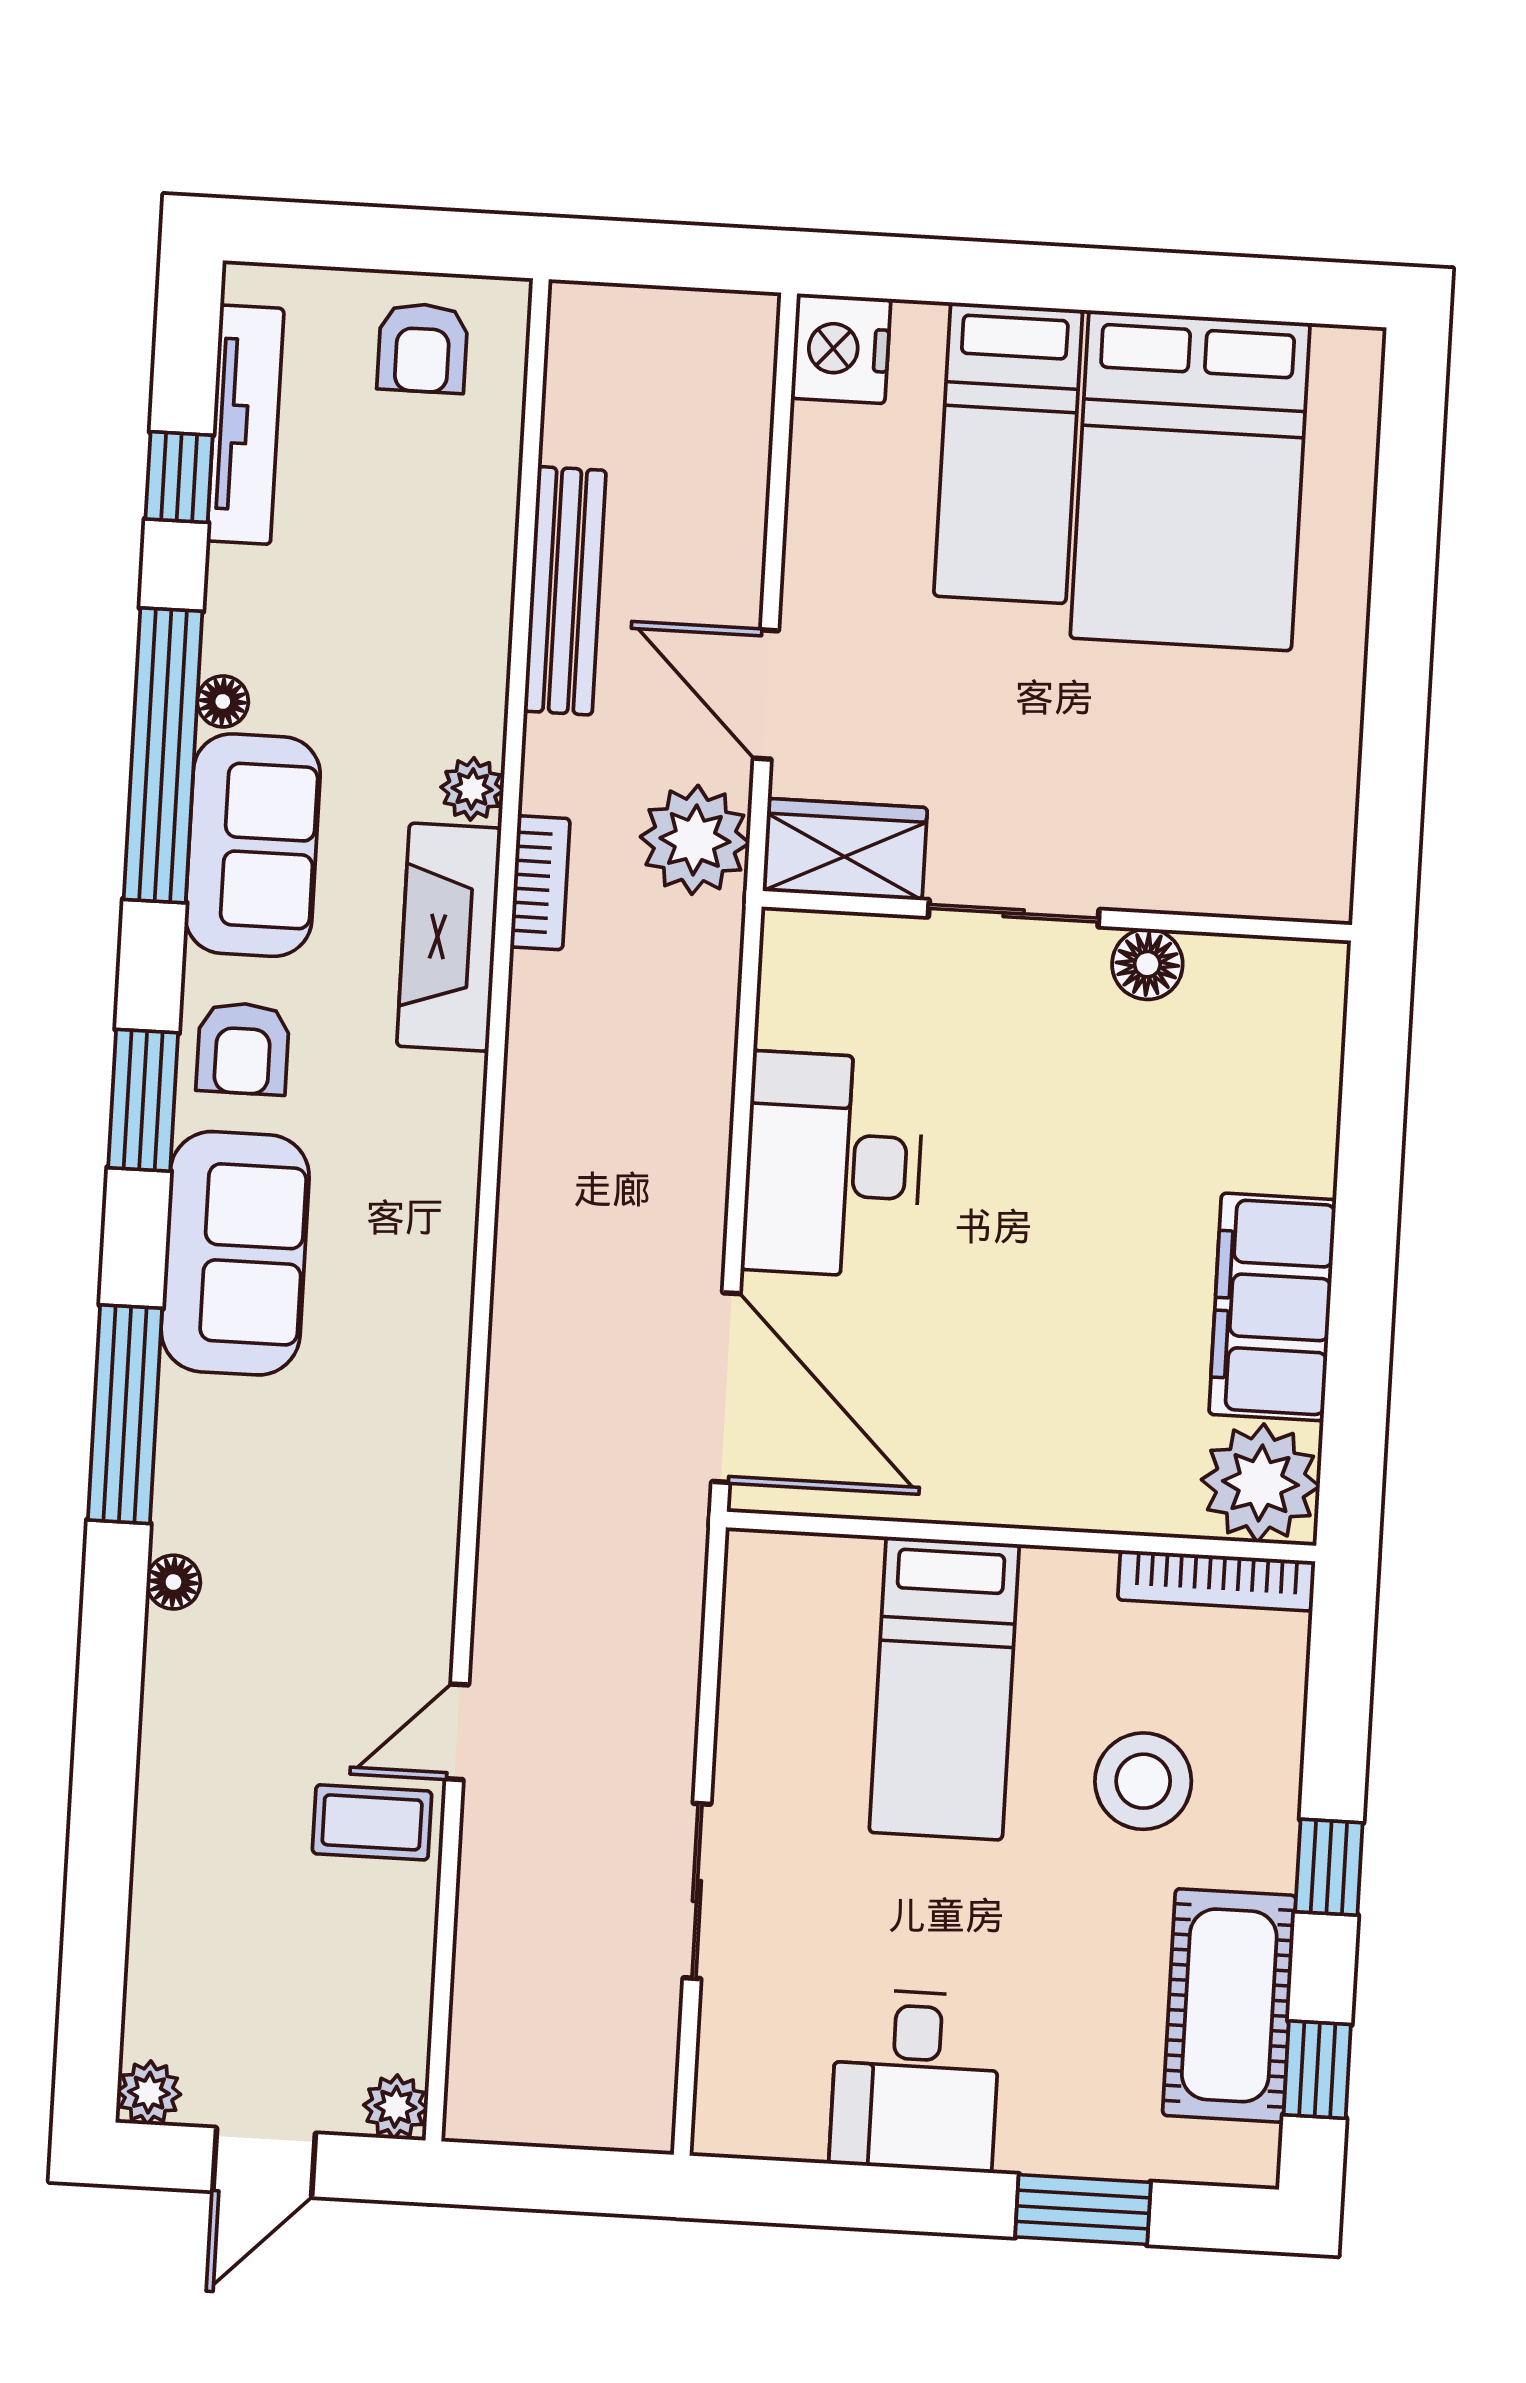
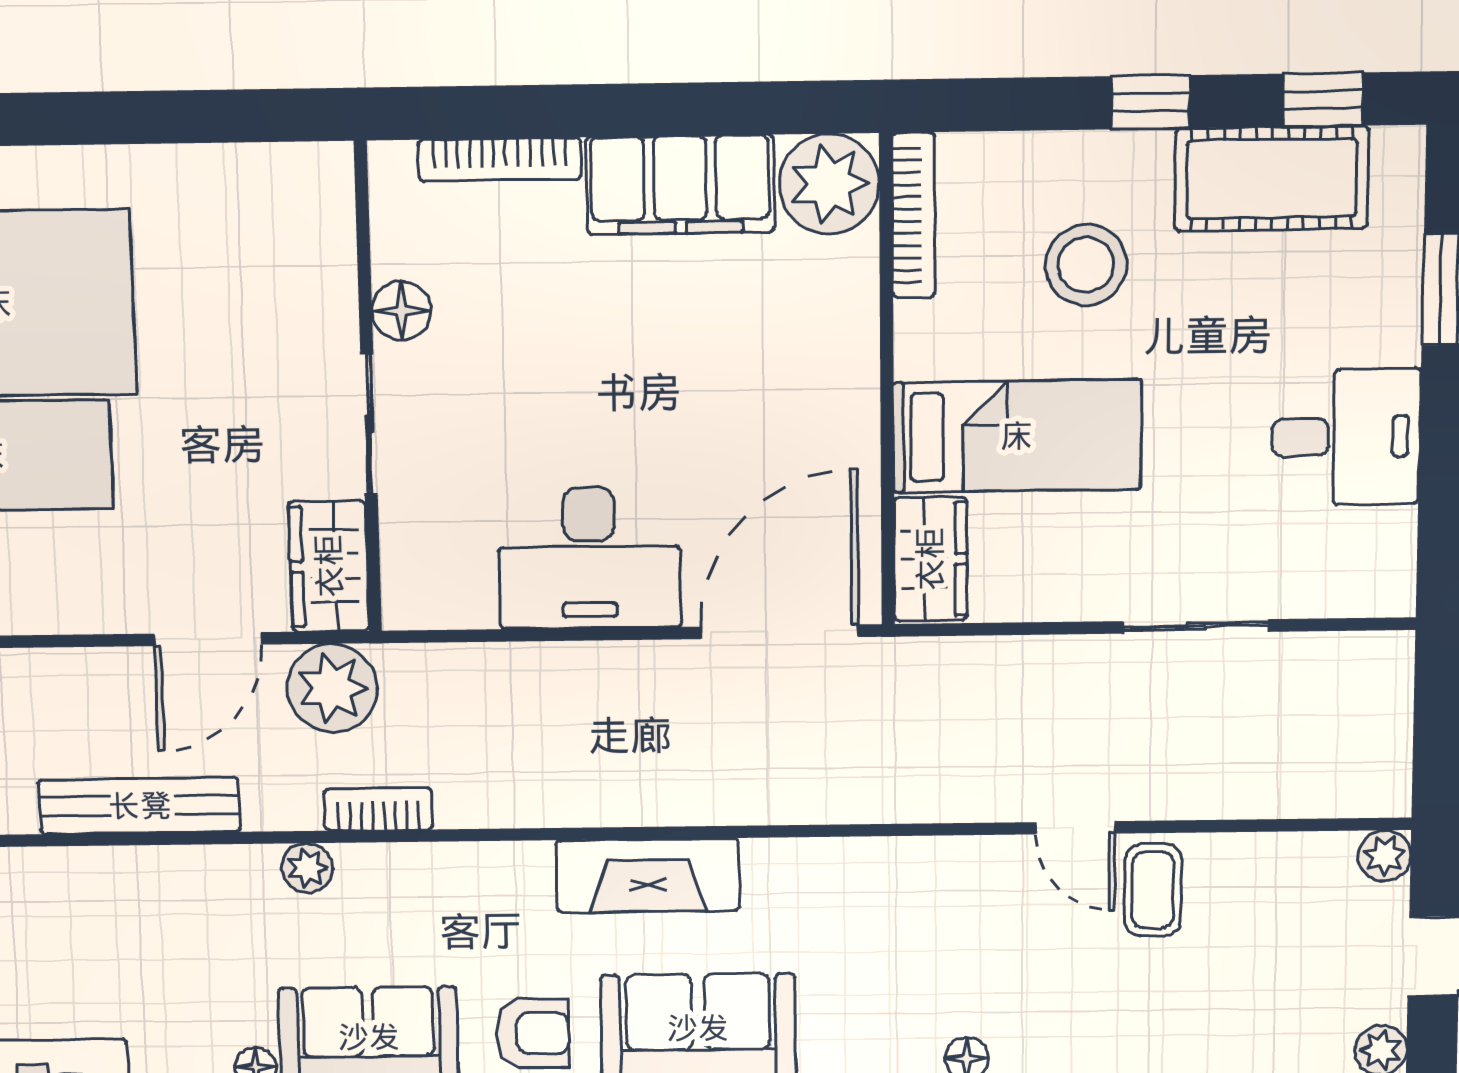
fireplace: (449, 937) -> (648, 876), moved
bookcase: (1318, 1096) -> (500, 159), added
wardrobe: (802, 1575) -> (930, 559), added

